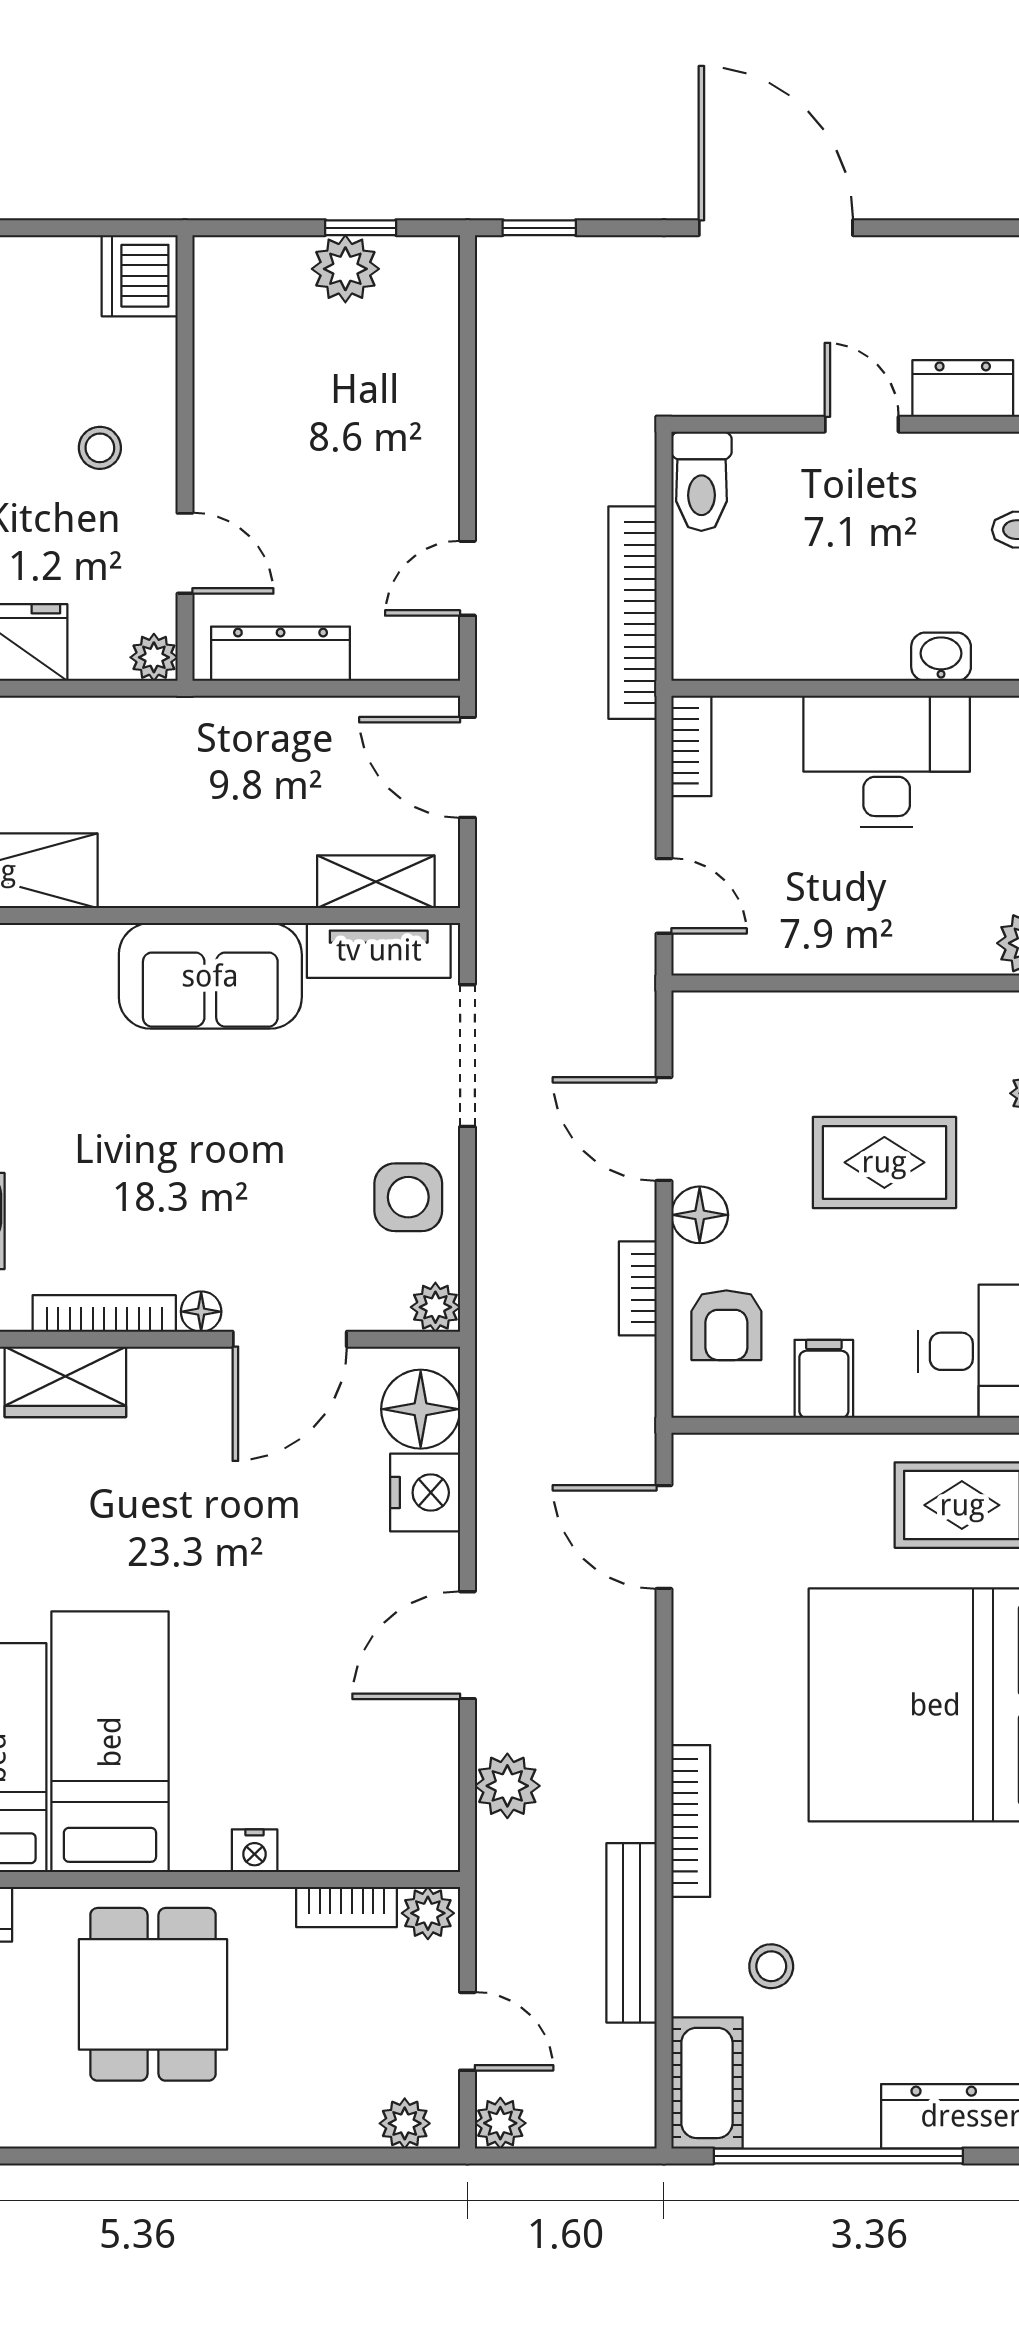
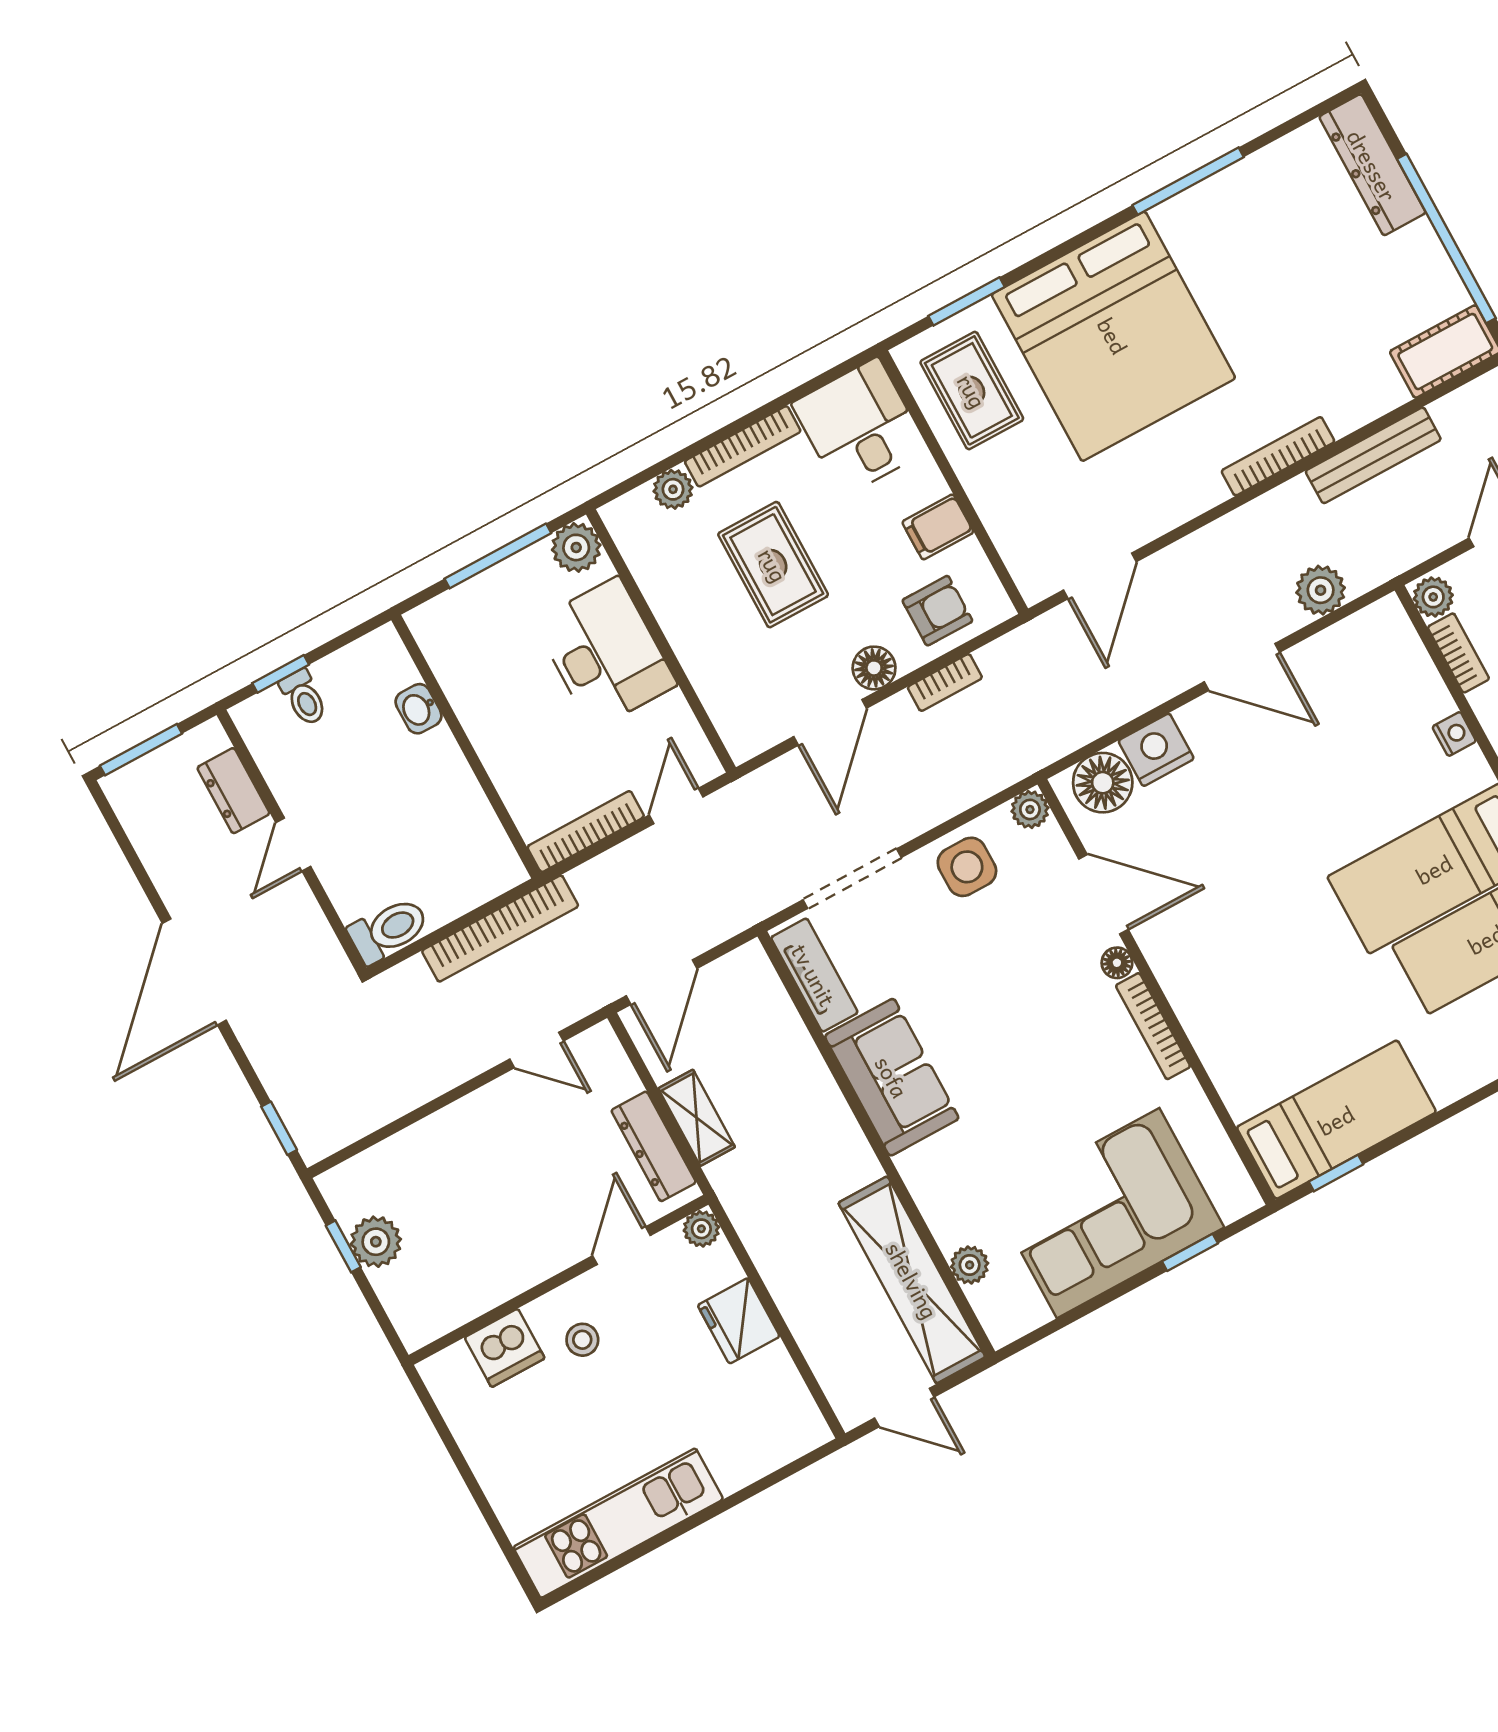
dishwasher: (140, 276) -> (505, 1348), moved
bookcase: (691, 746) -> (586, 832), width x1.56
desk: (887, 761) -> (605, 653), moved, turned 180
shelving: (376, 882) -> (697, 1118), moved
wardrobe: (65, 1382) -> (1212, 1027), removed
stool: (771, 1966) -> (1345, 351), removed

